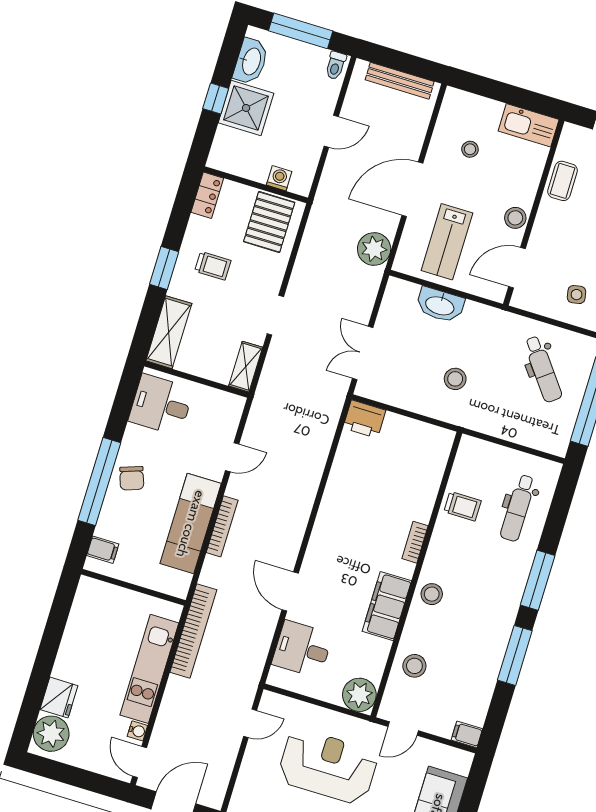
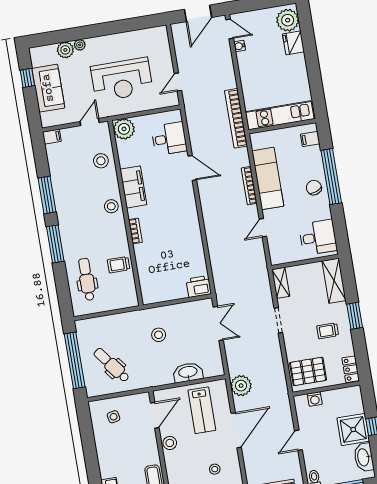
pallet: (269, 222) -> (308, 371), turned 90
lab bench: (447, 242) -> (202, 410), turned 180
kitchen unit: (149, 669) -> (280, 115), moved, turned -90

